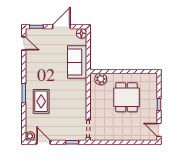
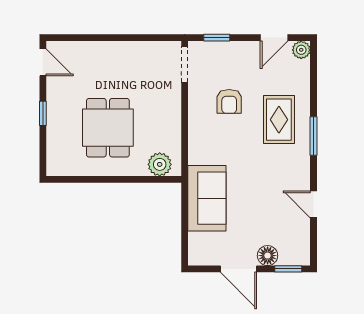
door: (61, 27) -> (238, 269), hinge flipped
floor lamp: (81, 33) -> (268, 256), moved
door: (24, 44) -> (313, 204), moved
armchair: (66, 110) -> (229, 101), added
door: (44, 142) -> (274, 38), hinge flipped

